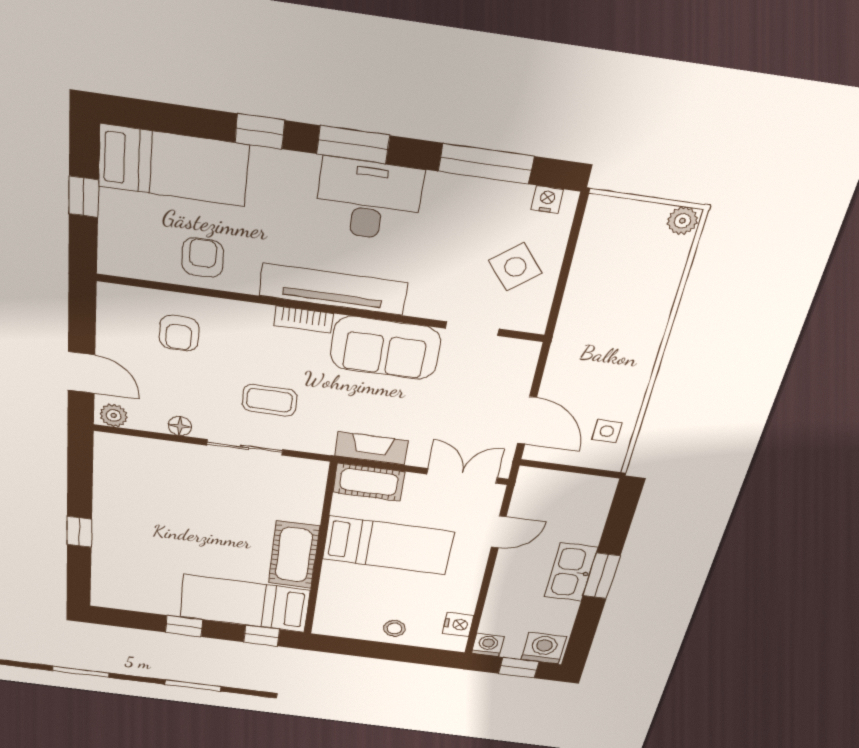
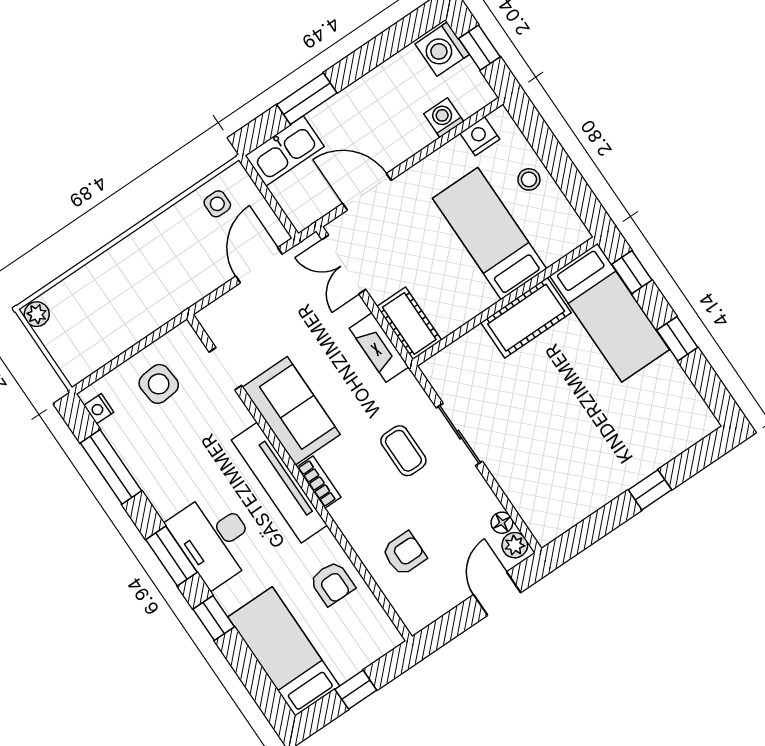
desk: (369, 200) -> (214, 539), moved
armchair: (203, 258) -> (332, 583), turned -90
side table: (515, 267) -> (159, 384), turned 34
floor lamp: (180, 426) -> (502, 523), moved
door: (499, 532) -> (367, 192), width x1.38
bed: (388, 545) -> (490, 234), moved
kitchen sink: (571, 572) -> (285, 151), moved
window: (601, 576) -> (307, 99), moved
washing machine: (488, 645) -> (444, 118), moved, turned 90

